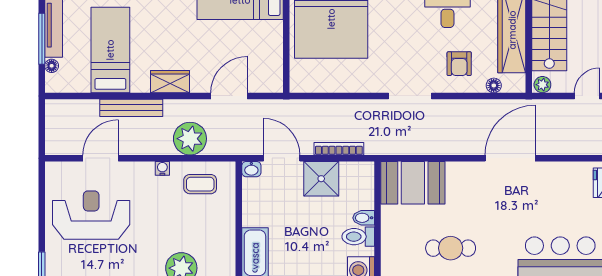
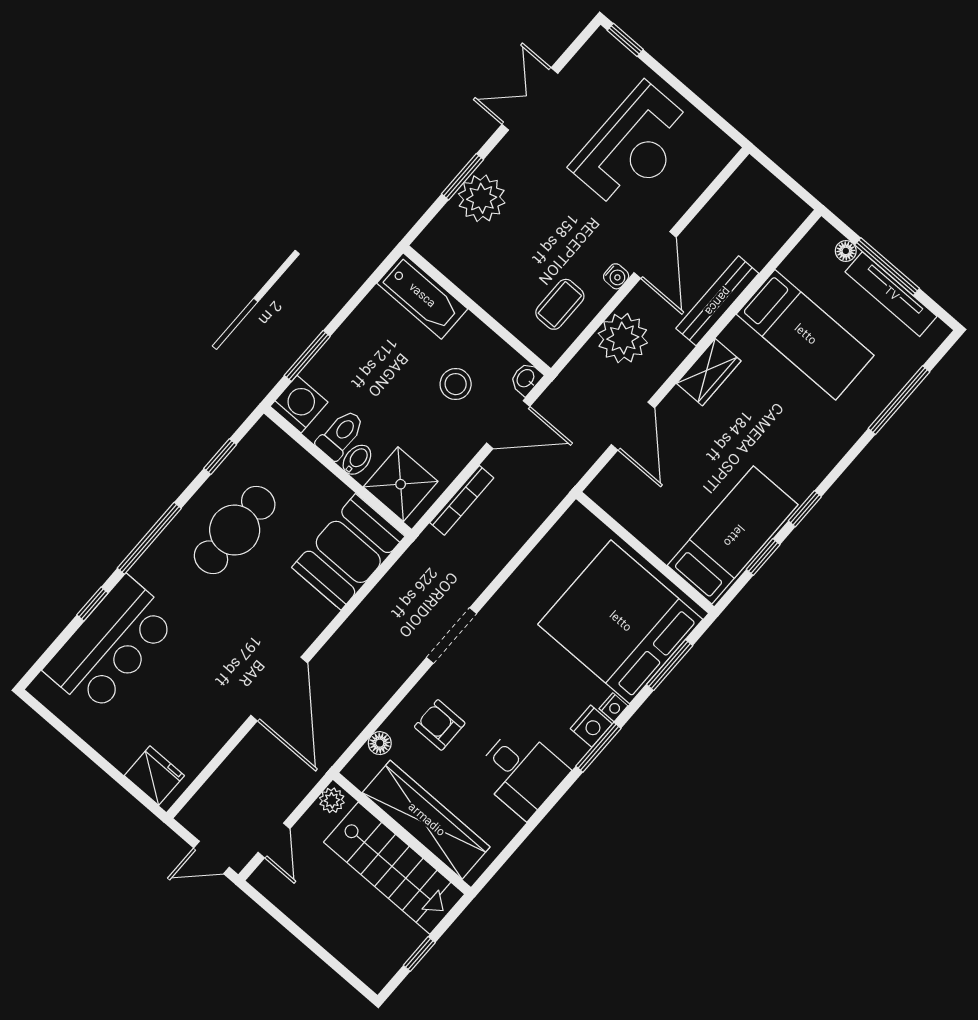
door: (101, 158) -> (655, 255), moved
shower: (321, 179) -> (401, 484), moved
stool: (284, 202) -> (456, 384), added
cafe table: (451, 248) -> (235, 530), width x1.37, depth x1.35

